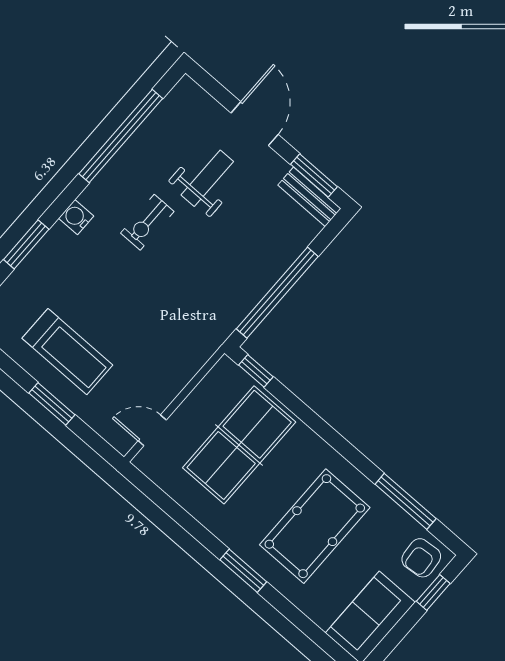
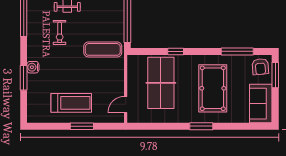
water cooler: (76, 217) -> (33, 67), moved
exercise mat: (193, 310) -> (103, 49), added
window: (256, 371) -> (176, 51), moved
window: (433, 592) -> (275, 75), width x1.50

